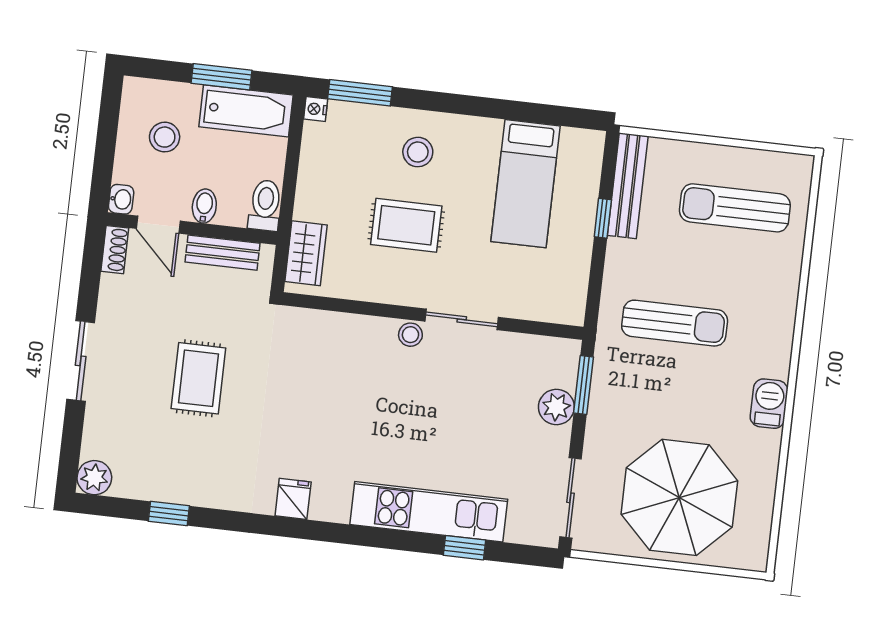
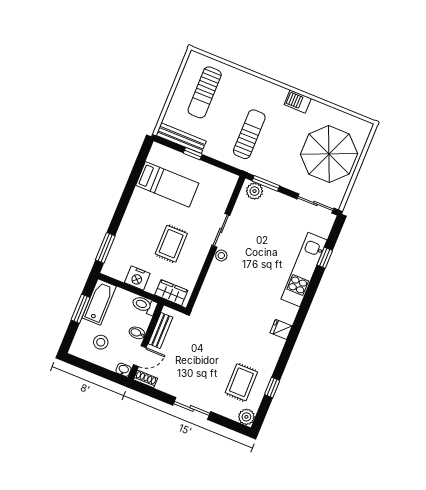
nightstand: (316, 109) -> (137, 278), moved, width x1.89, depth x1.79
stool: (418, 152) -> (139, 229), removed
rug: (198, 378) -> (241, 382), moved, turned 90
plant: (556, 407) -> (255, 191), moved

